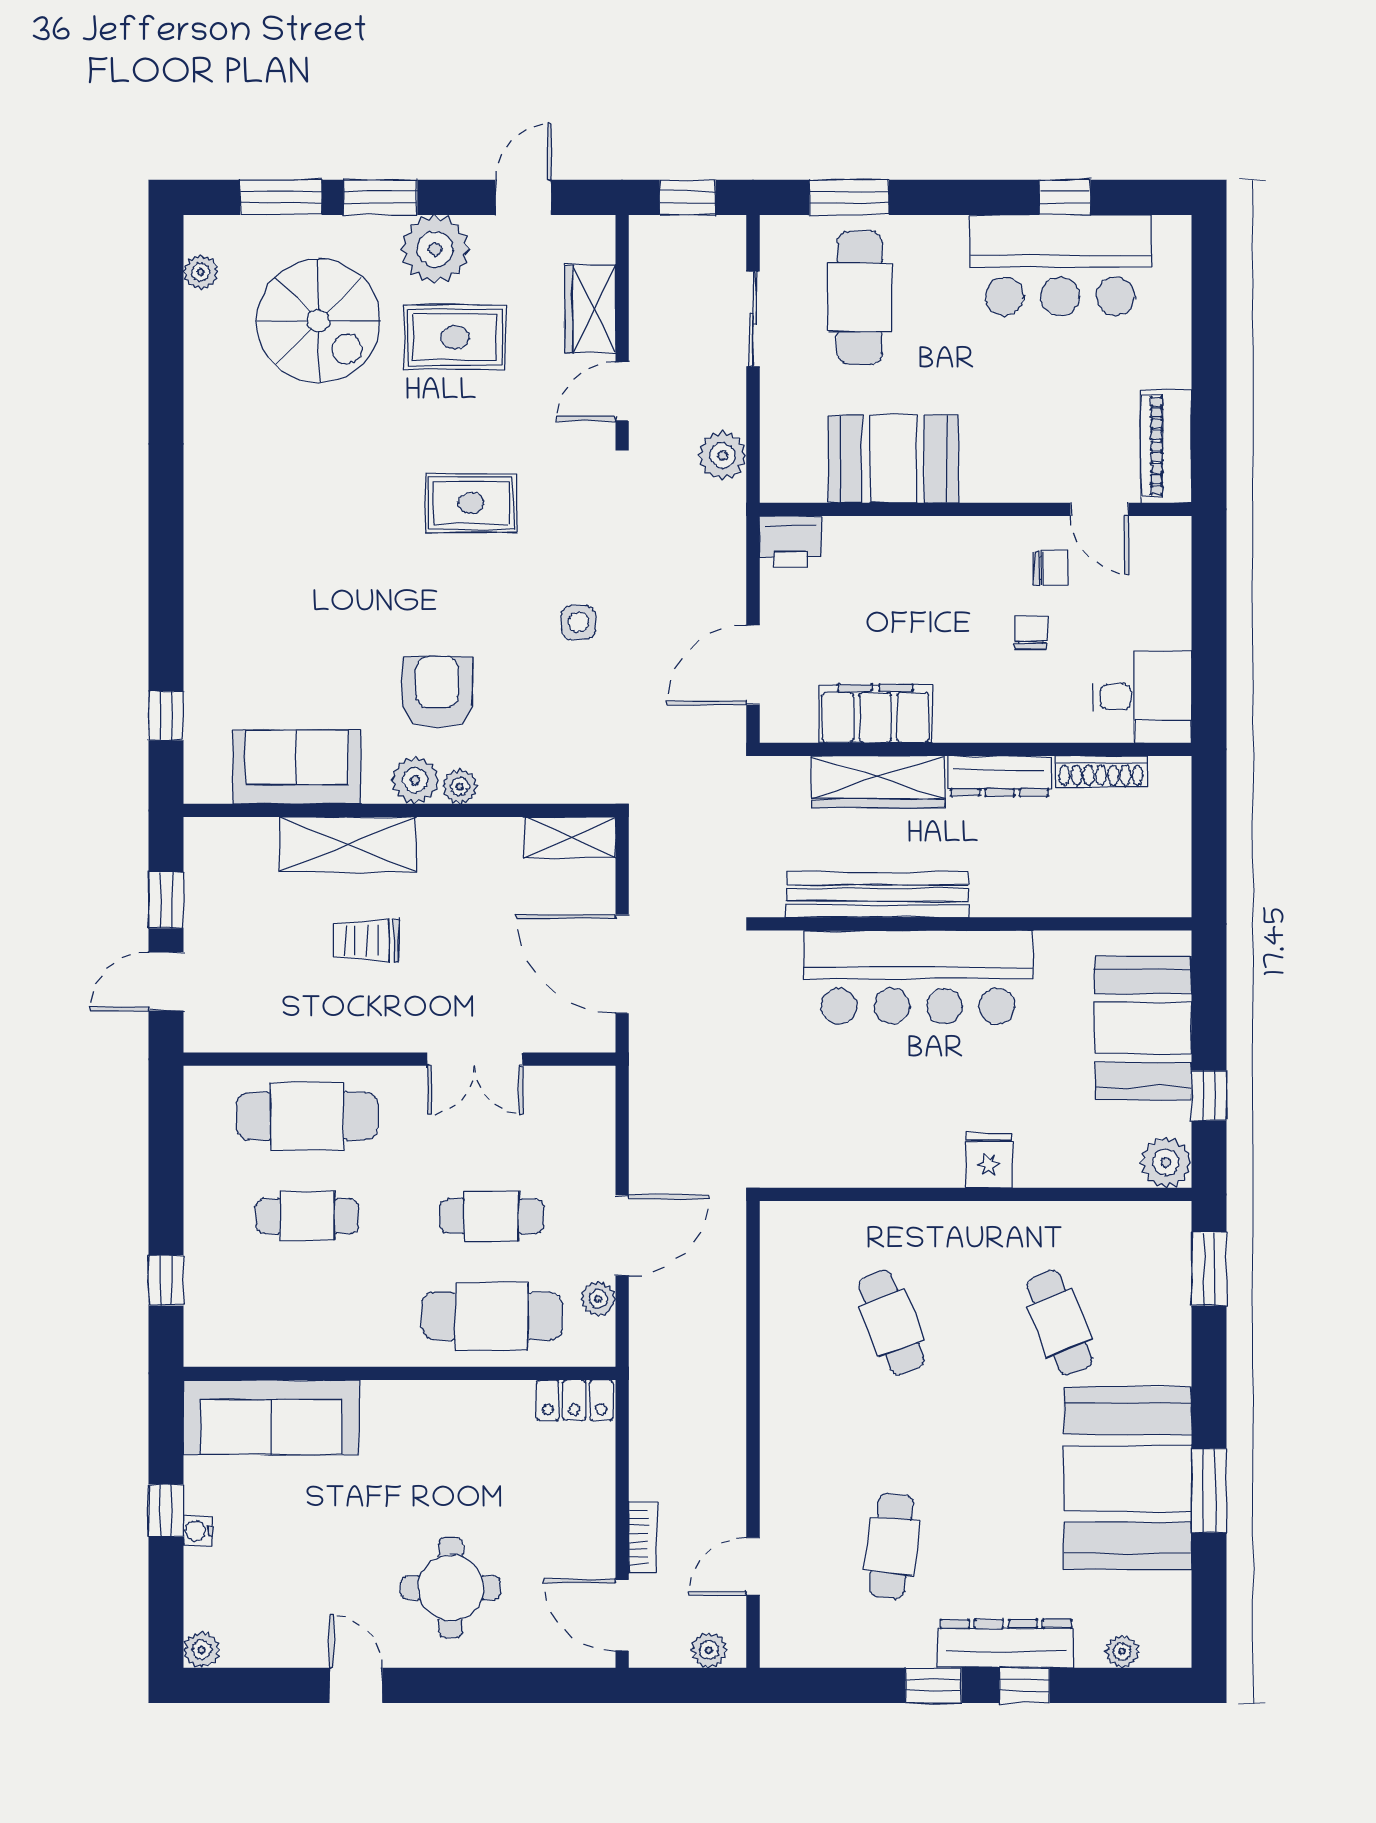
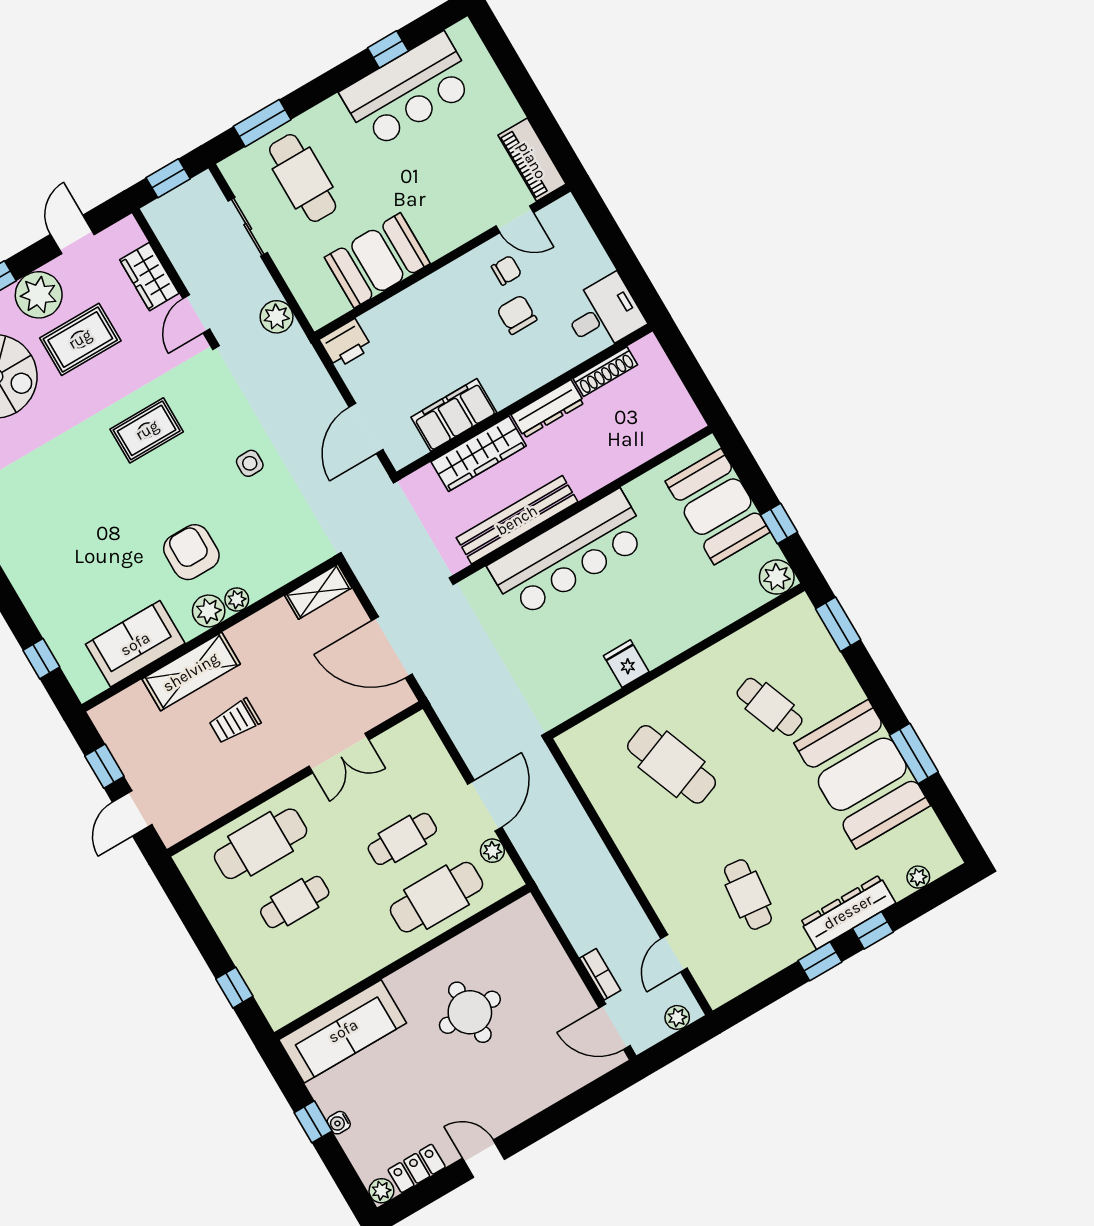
chair: (1031, 633) -> (517, 315), width x1.37, depth x1.37
fridge: (989, 1160) -> (626, 664), moved
cafe table: (891, 1323) -> (672, 764), width x1.37, depth x1.35
locker: (574, 1400) -> (417, 1168), moved, turned 180
round table: (451, 1588) -> (470, 1012), moved

